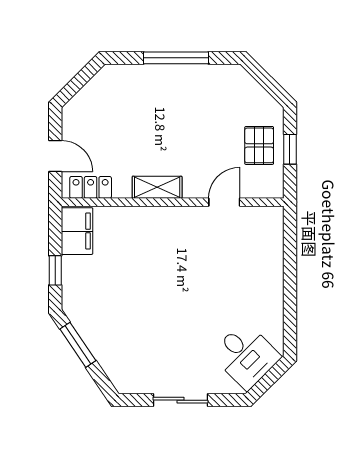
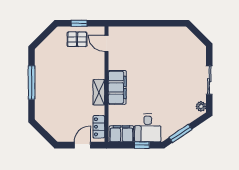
door: (224, 202) -> (106, 43), moved
filing cabinet: (166, 223) -> (117, 87), added
desk: (246, 355) -> (148, 128), moved, turned 135
plant: (130, 384) -> (201, 106), added

